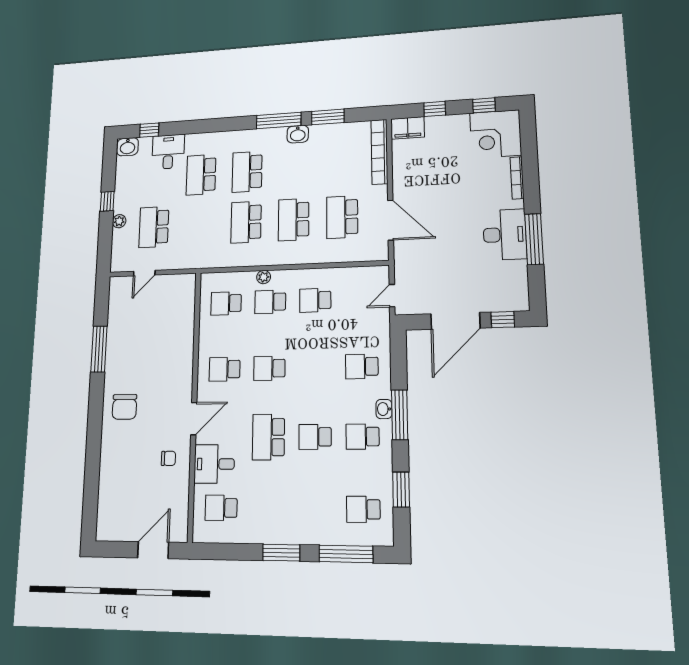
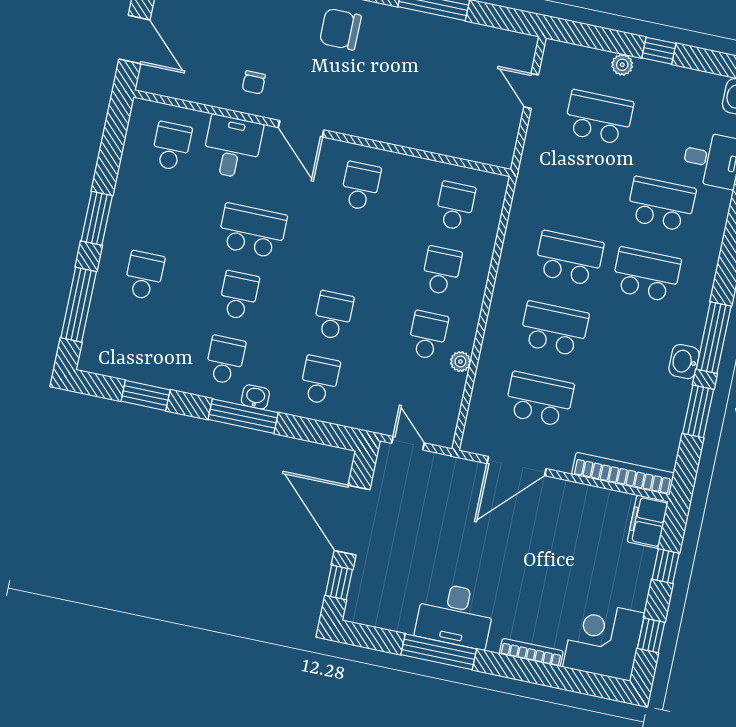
plant: (264, 277) -> (460, 362), moved
school desk: (269, 368) -> (333, 315), moved
school desk: (363, 509) -> (144, 275), moved

